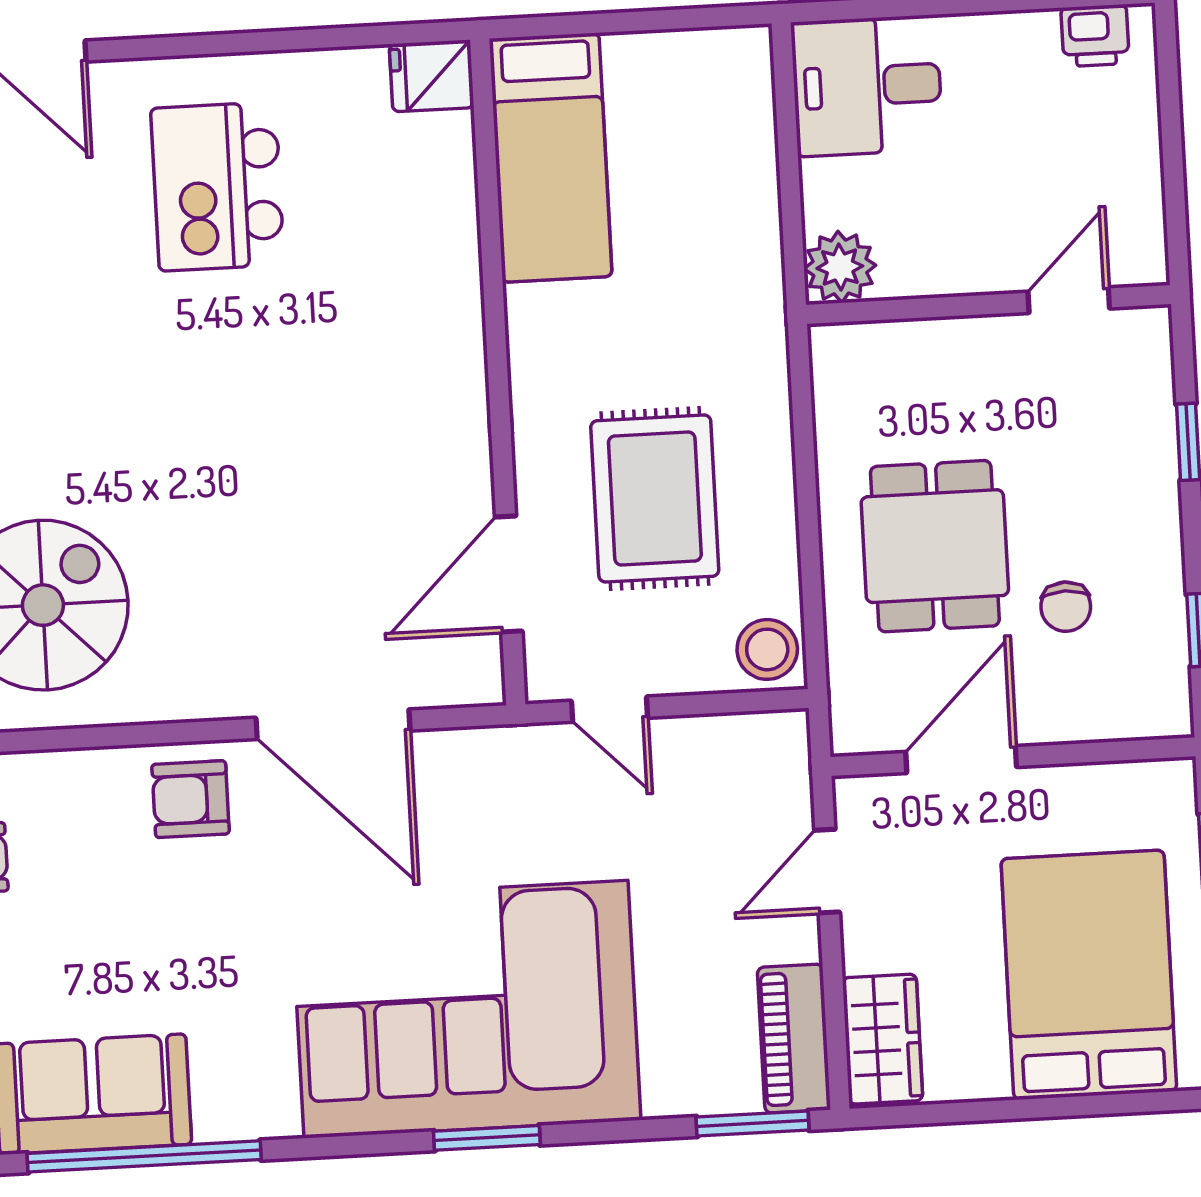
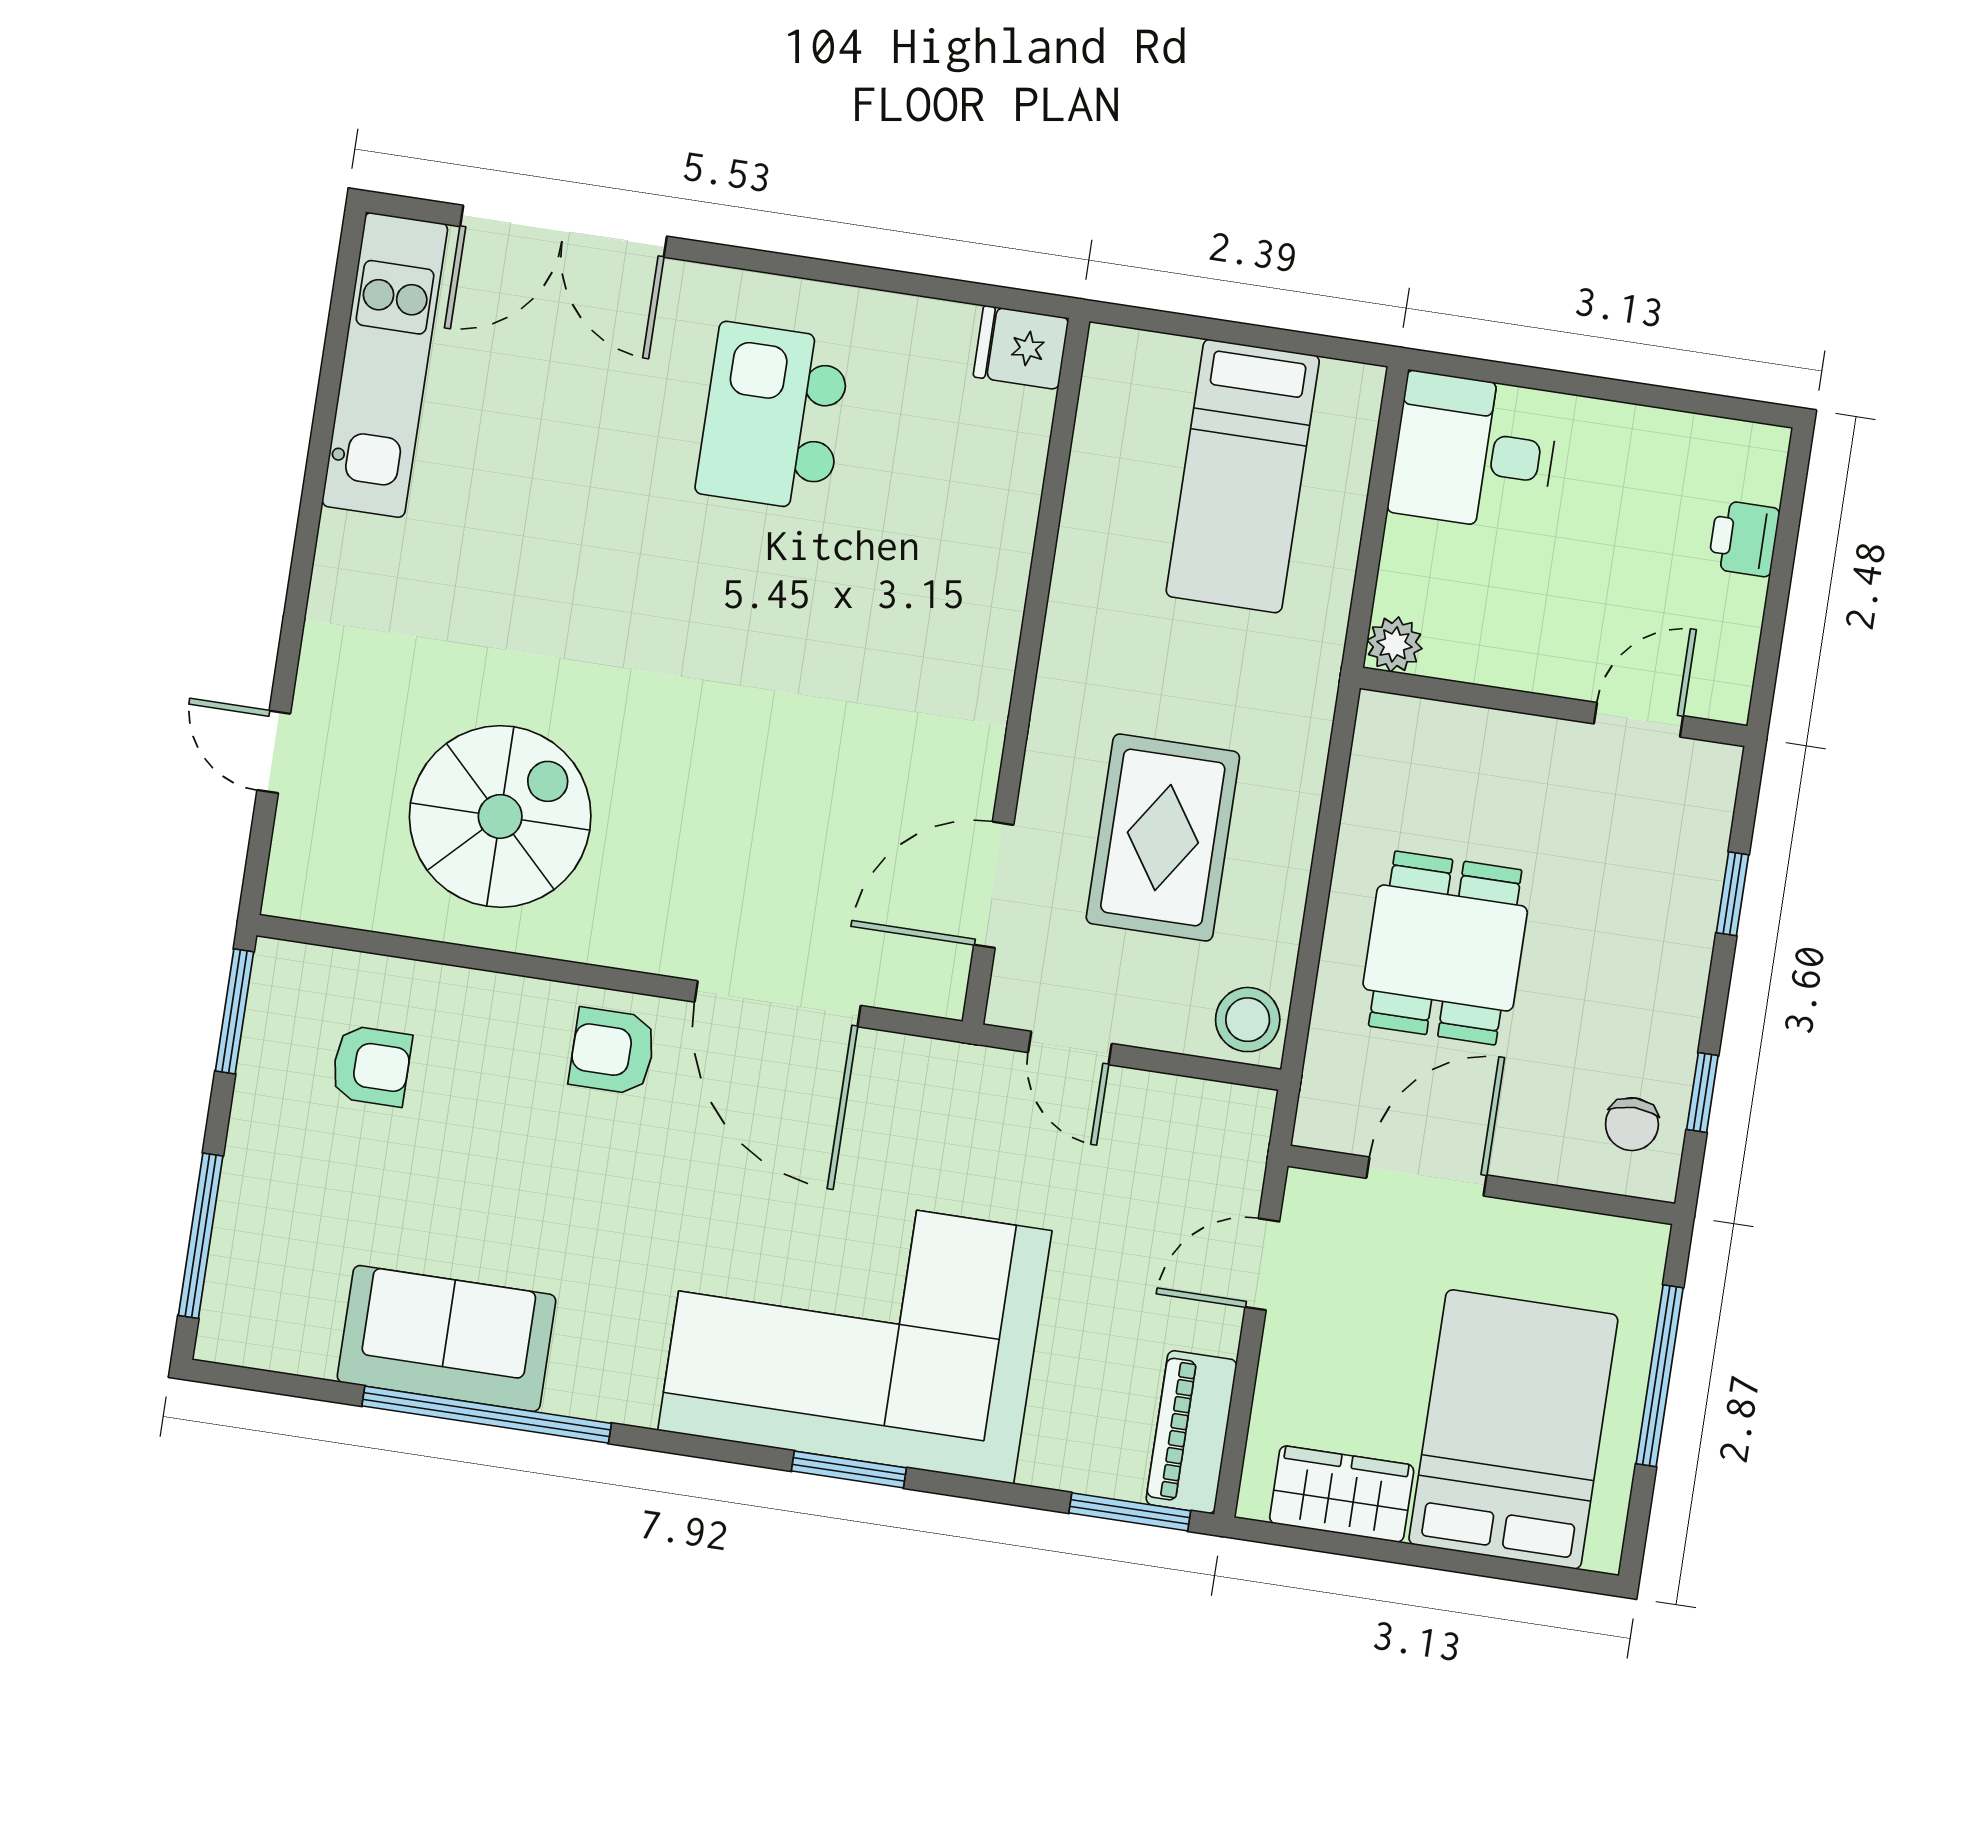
printer: (1095, 36) -> (1744, 538), moved, turned 90
bed: (551, 158) -> (1243, 476), moved
plant: (840, 267) -> (1394, 644), width x0.73, depth x0.73
chair: (1066, 607) -> (1632, 1124), moved
wardrobe: (883, 1039) -> (1342, 1494), moved, turned -90

